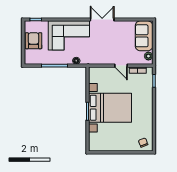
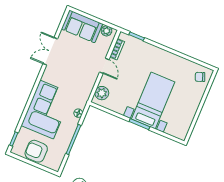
double door: (102, 20) -> (50, 51), moved
door: (121, 66) -> (104, 66), hinge flipped
plant: (99, 72) -> (102, 93), added
bed with nightstands: (110, 108) -> (153, 100), width x0.73

